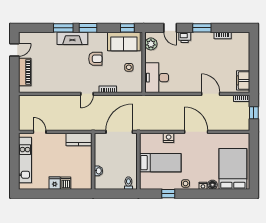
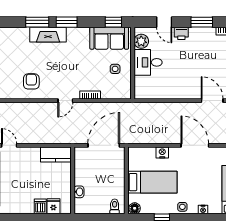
armchair: (95, 59) -> (31, 81), moved, turned -90
desk: (157, 78) -> (148, 62), moved, width x0.73
fridge: (55, 183) -> (53, 206), moved
floor lamp: (212, 185) -> (135, 208), moved

